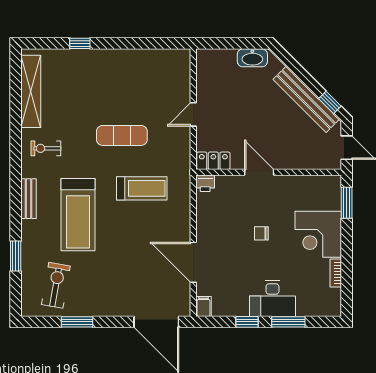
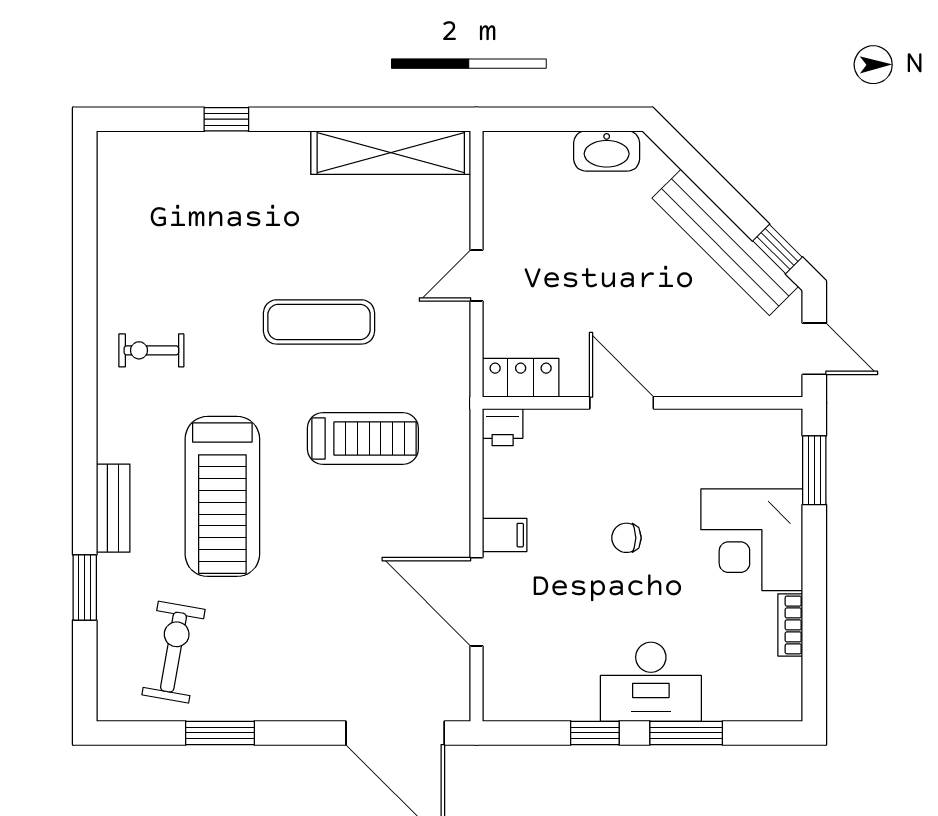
shelving: (31, 91) -> (391, 153), moved, turned 90
bench: (28, 199) -> (113, 508), moved
filing cabinet: (204, 307) -> (505, 535), moved, turned 90

